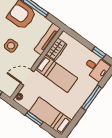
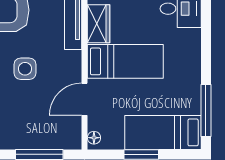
window: (92, 98) -> (206, 110), moved

